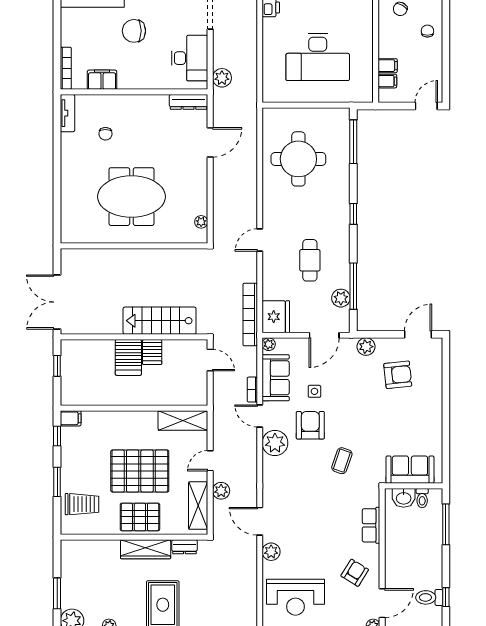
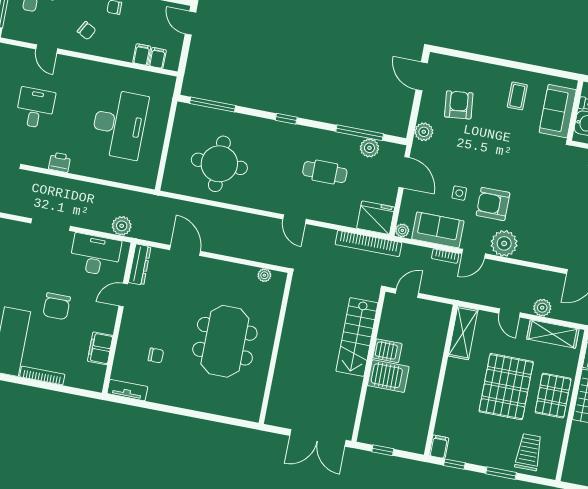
bookcase: (66, 68) -> (42, 376), moved
door: (157, 92) -> (123, 295), added
coffee table: (342, 461) -> (517, 96), moved, turned 71

